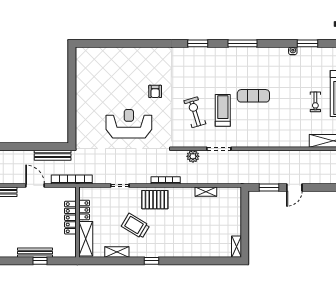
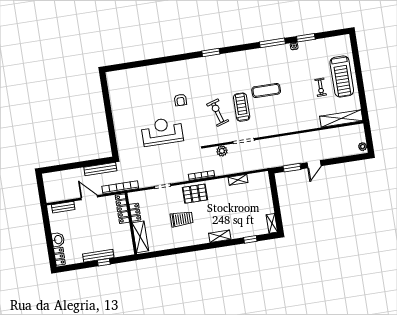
window: (242, 43) -> (272, 43), moved
locker: (70, 218) -> (122, 209), moved
trolley: (135, 226) -> (182, 219), turned 149
shelving: (117, 252) -> (220, 236), moved
window: (151, 261) -> (250, 239), moved

